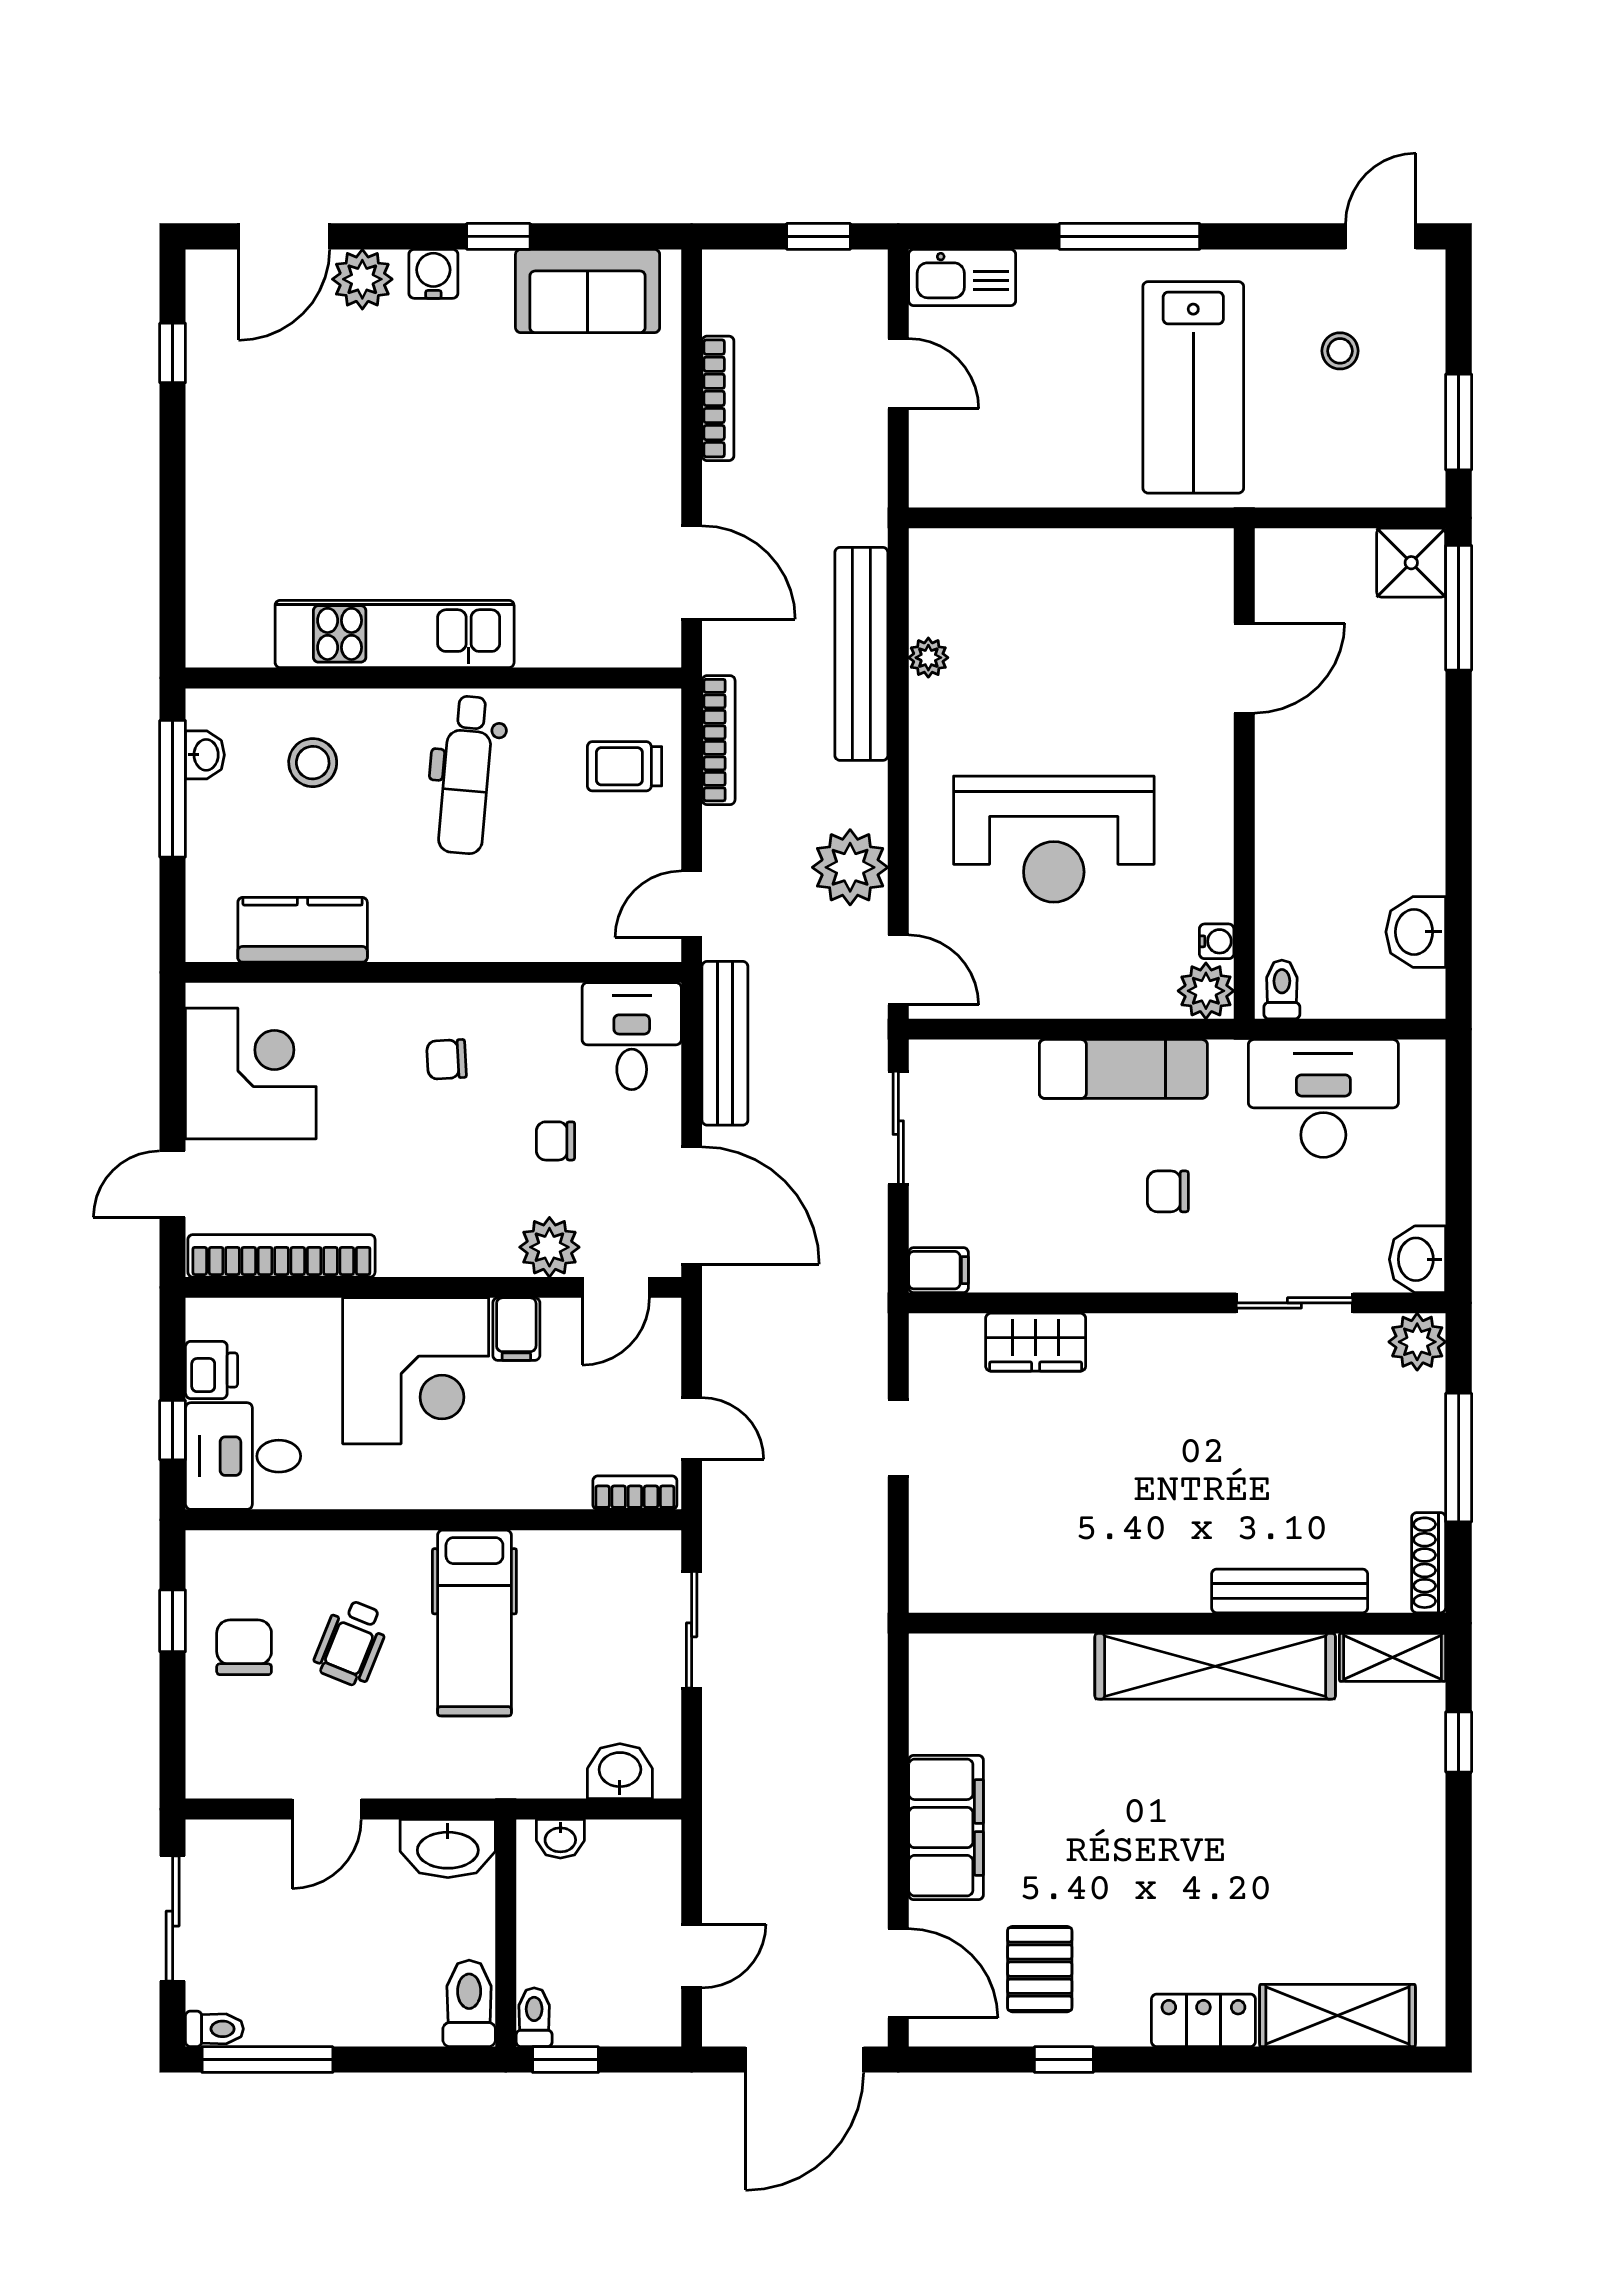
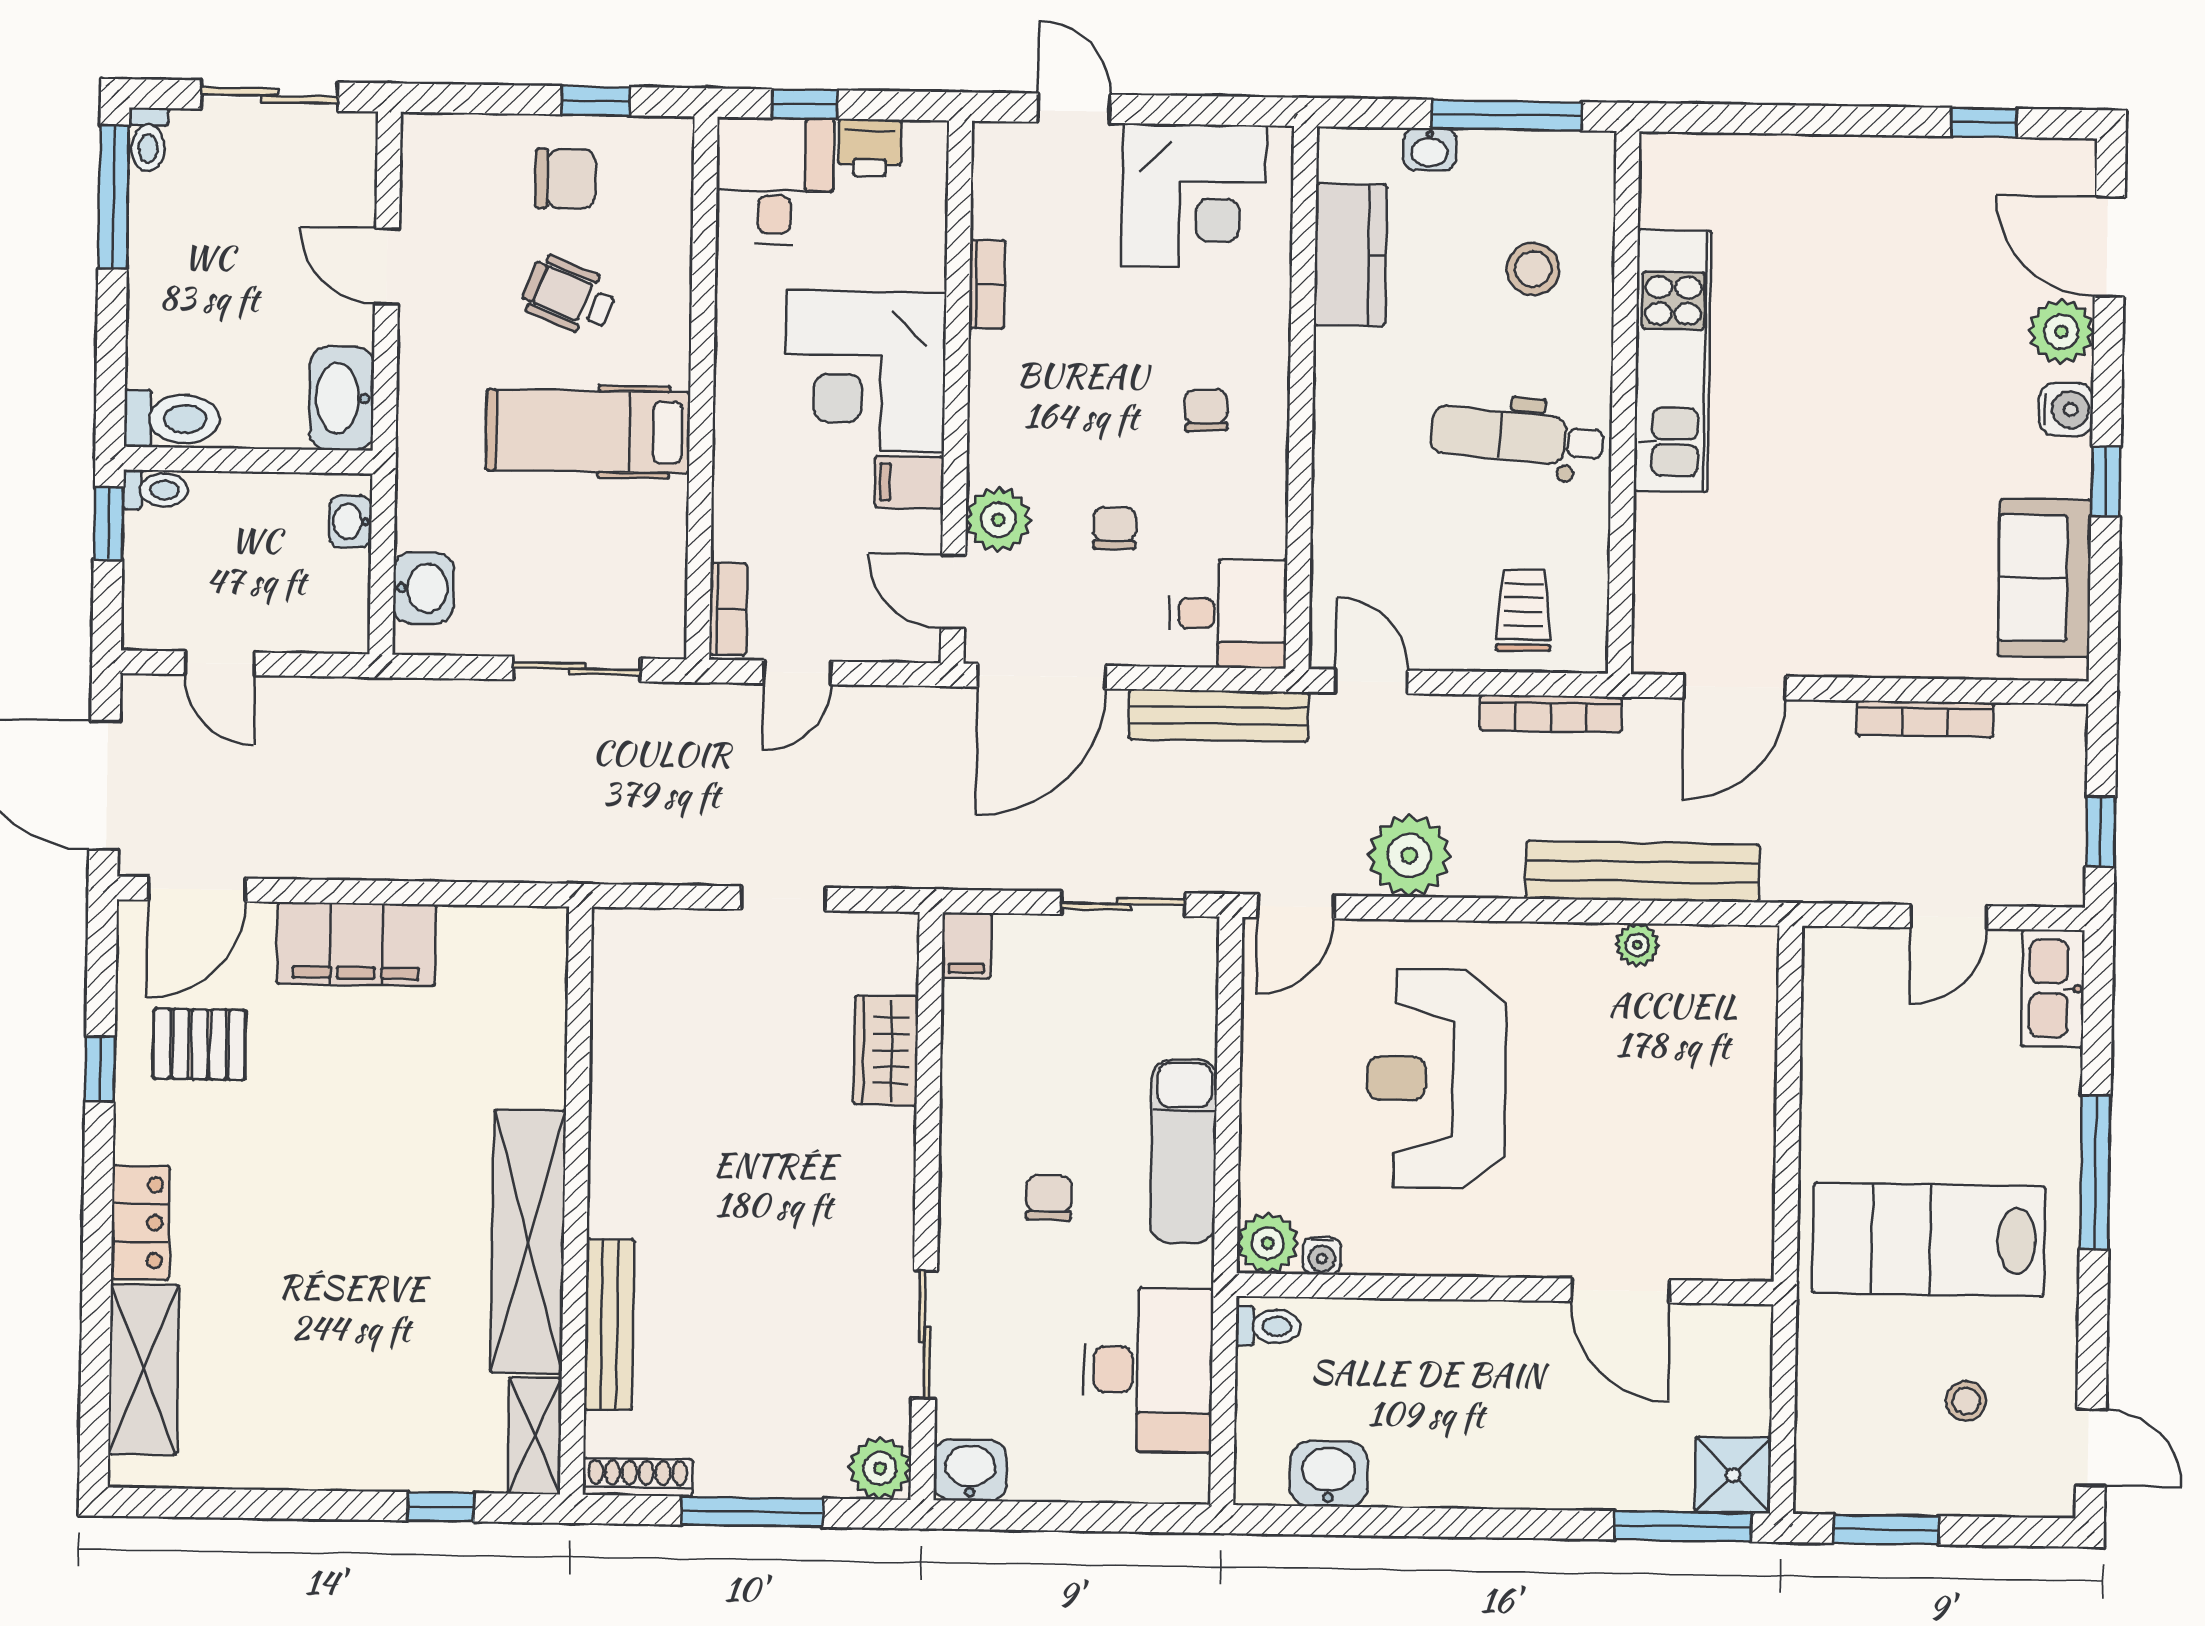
washbasin: (205, 755) -> (1430, 149), moved
bookcase: (281, 1256) -> (987, 284), width x0.43, depth x0.76

